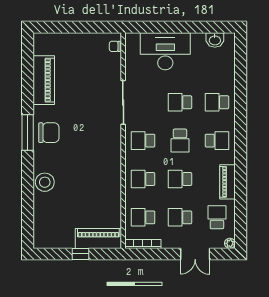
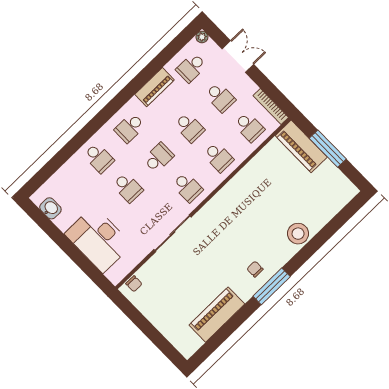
chair: (49, 133) -> (255, 269), width x0.54, depth x0.54
school desk: (217, 141) -> (130, 128), turned -90
window: (80, 254) -> (328, 149), width x2.17

